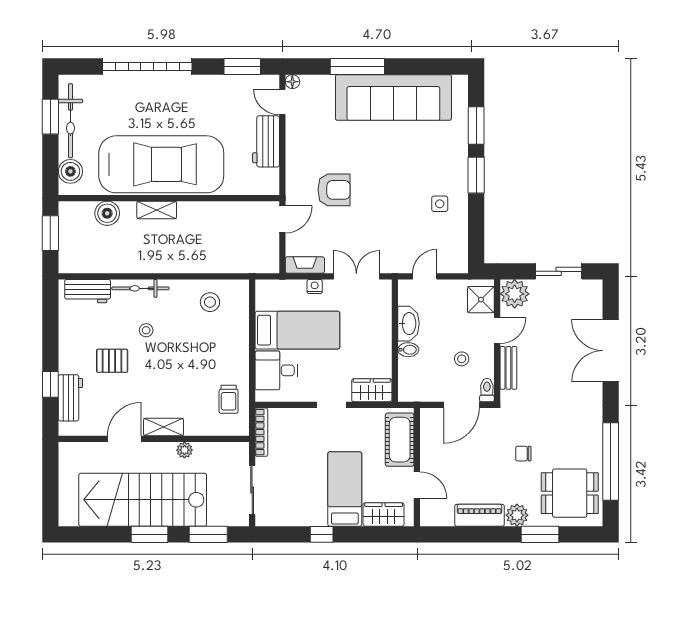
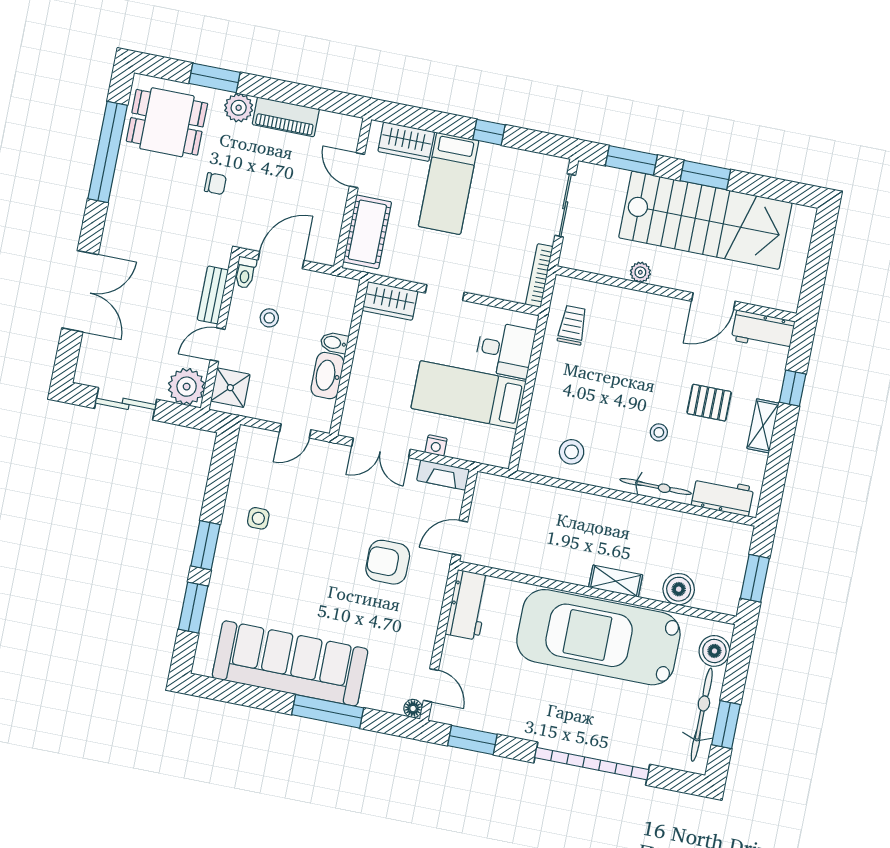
workbench: (266, 141) -> (468, 605), moved
workbench: (70, 398) -> (763, 331), moved, turned -90
shelving: (164, 427) -> (763, 426), moved, turned 90

